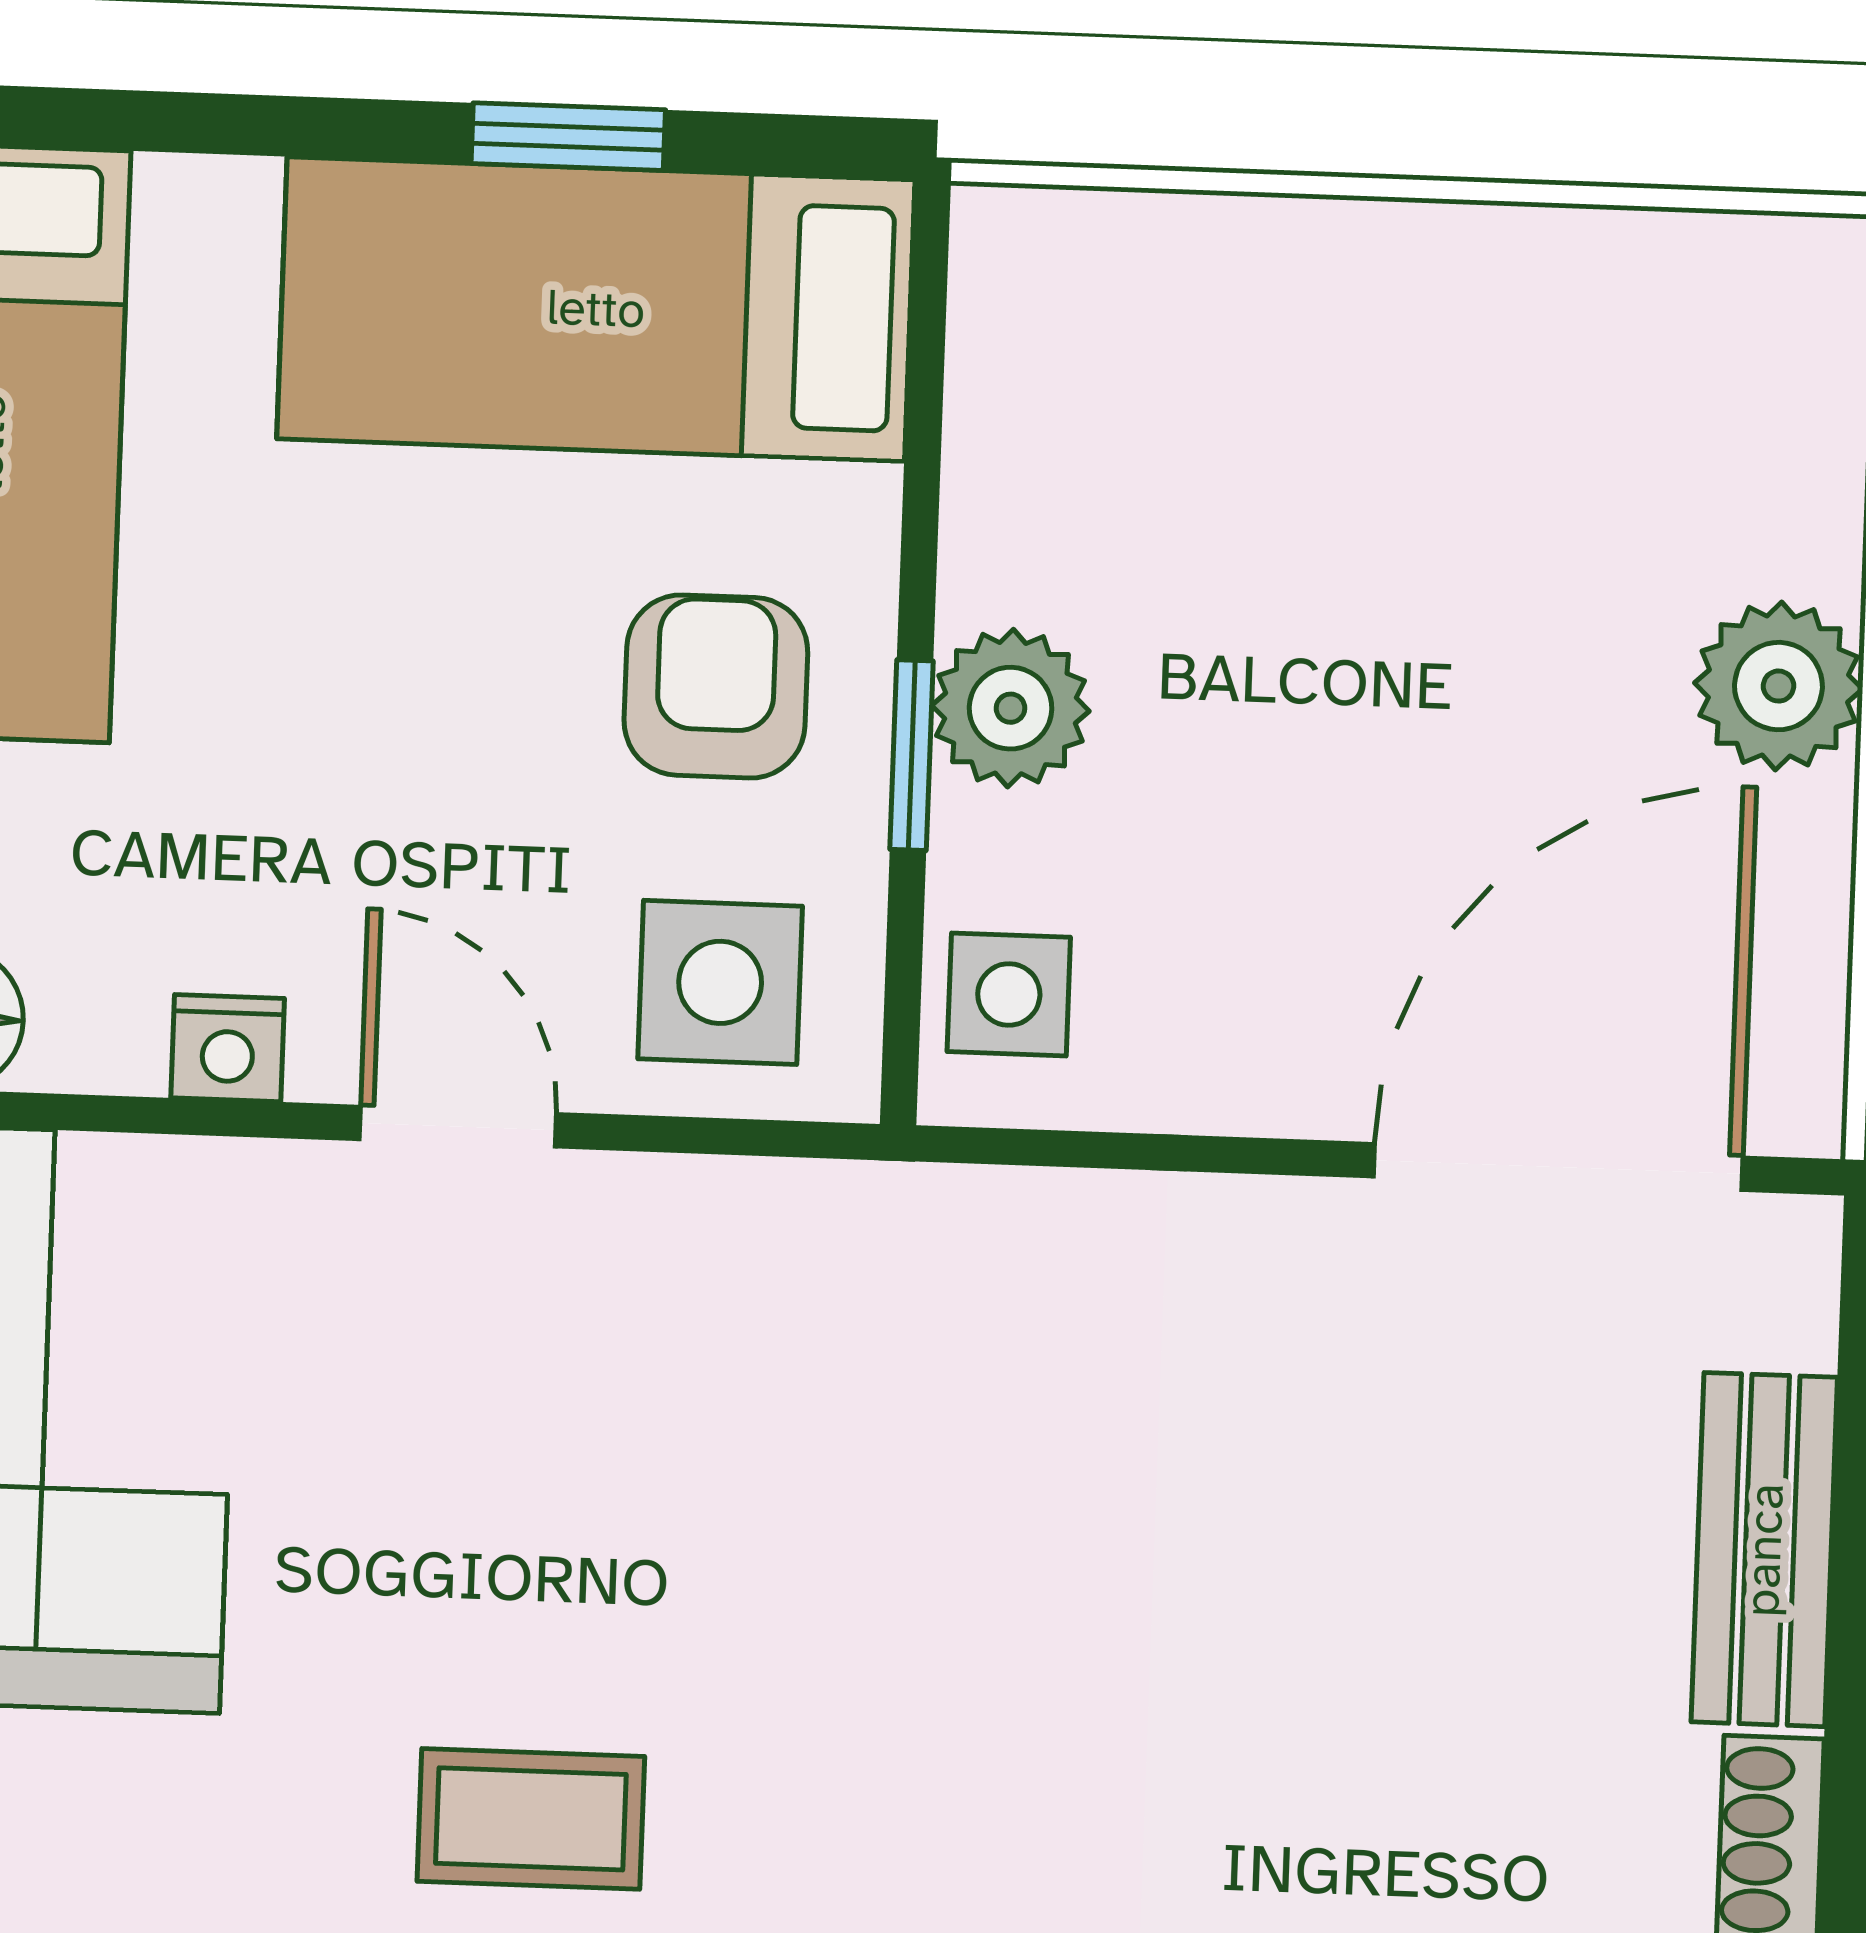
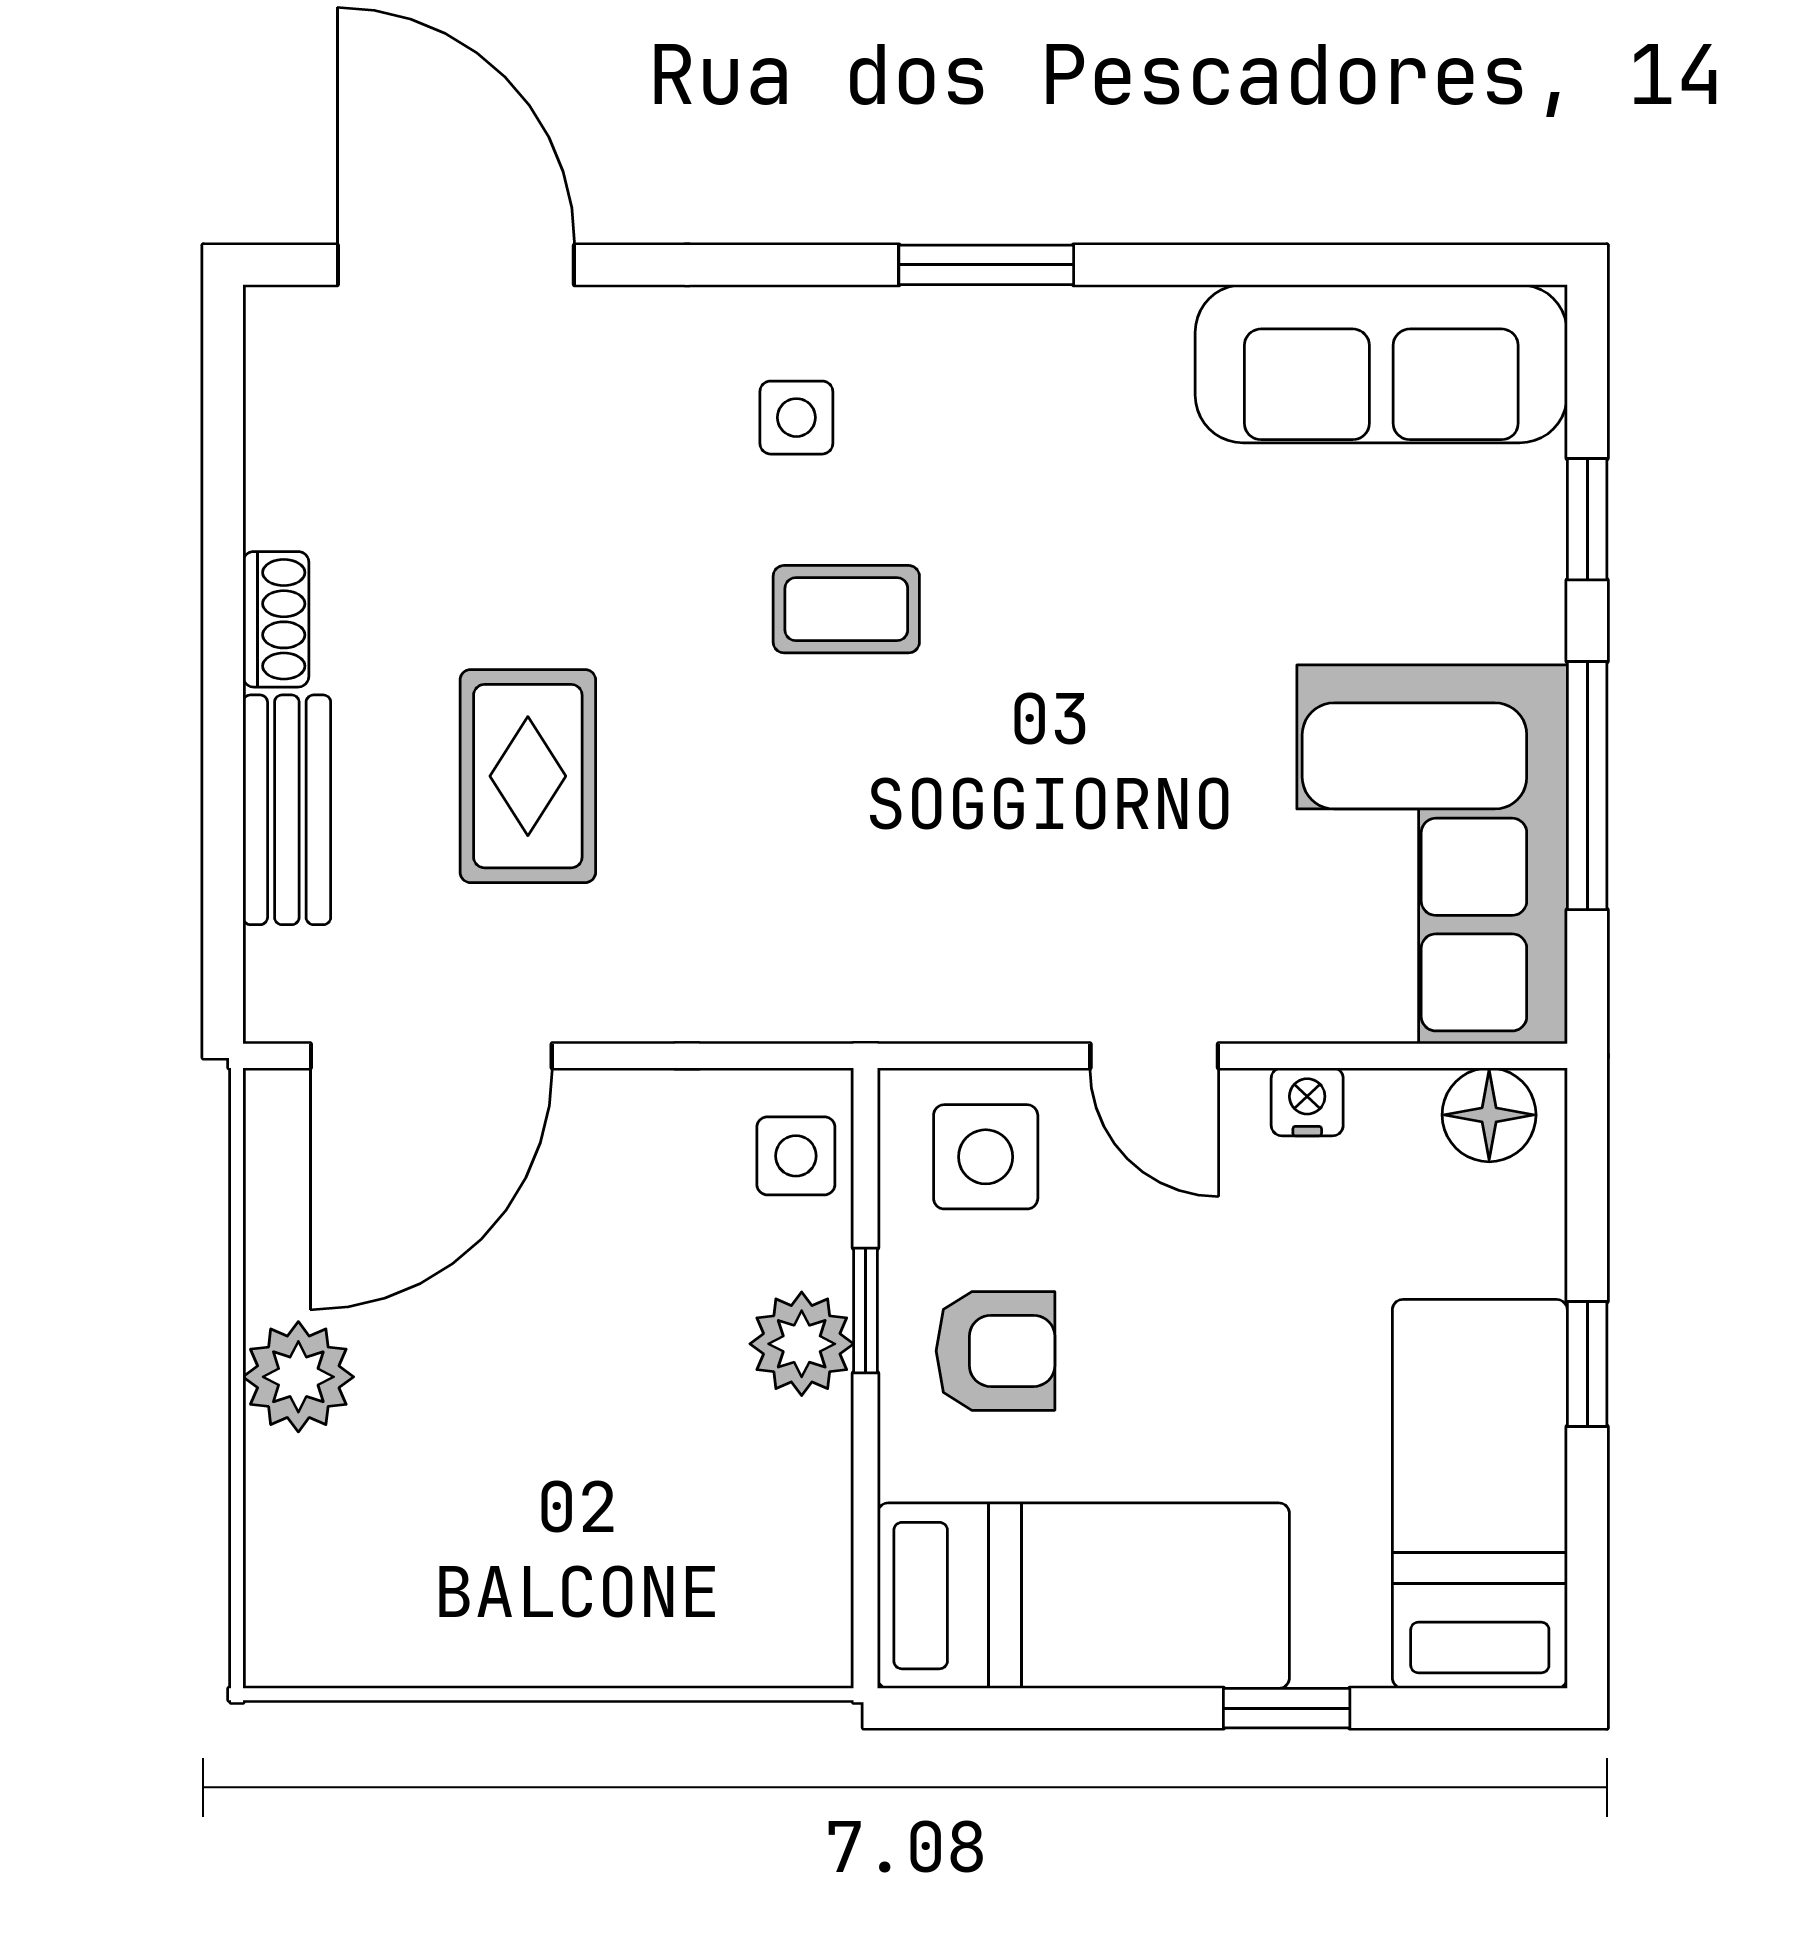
window: (568, 137) -> (1287, 1708), moved
armchair: (716, 686) -> (996, 1351), turned -90
rug: (1396, 1587) -> (528, 776), added
coffee table: (531, 1819) -> (846, 609), moved

